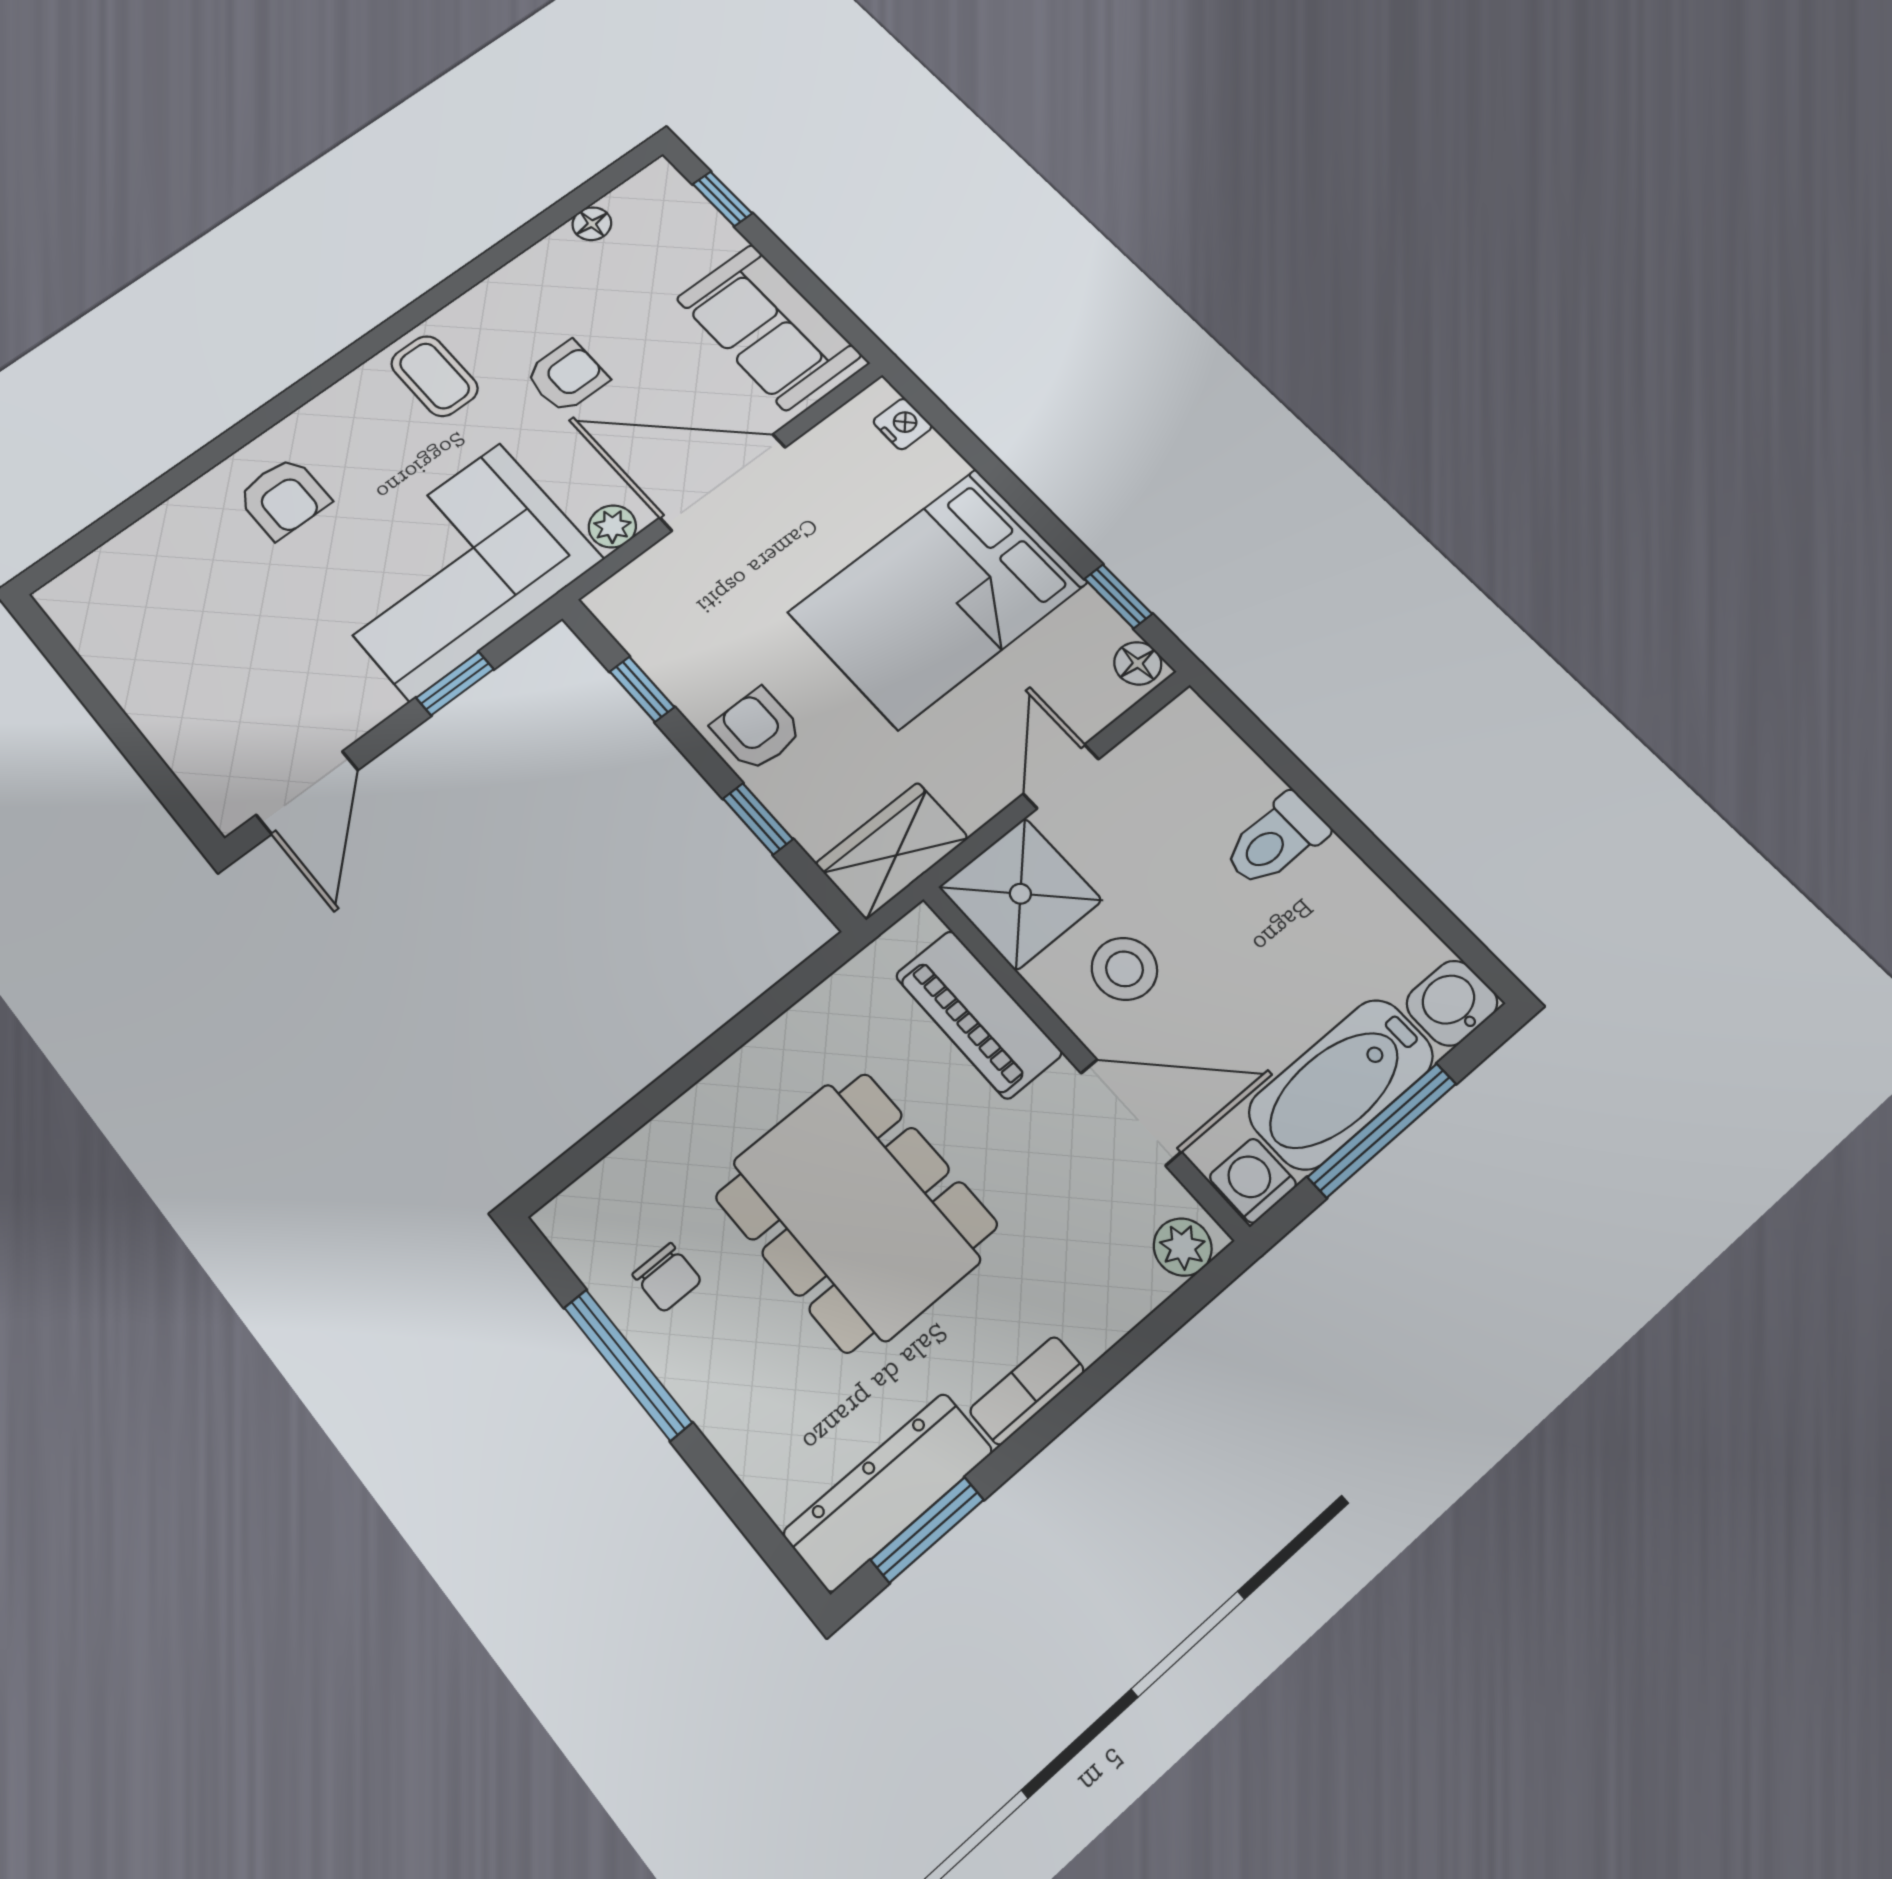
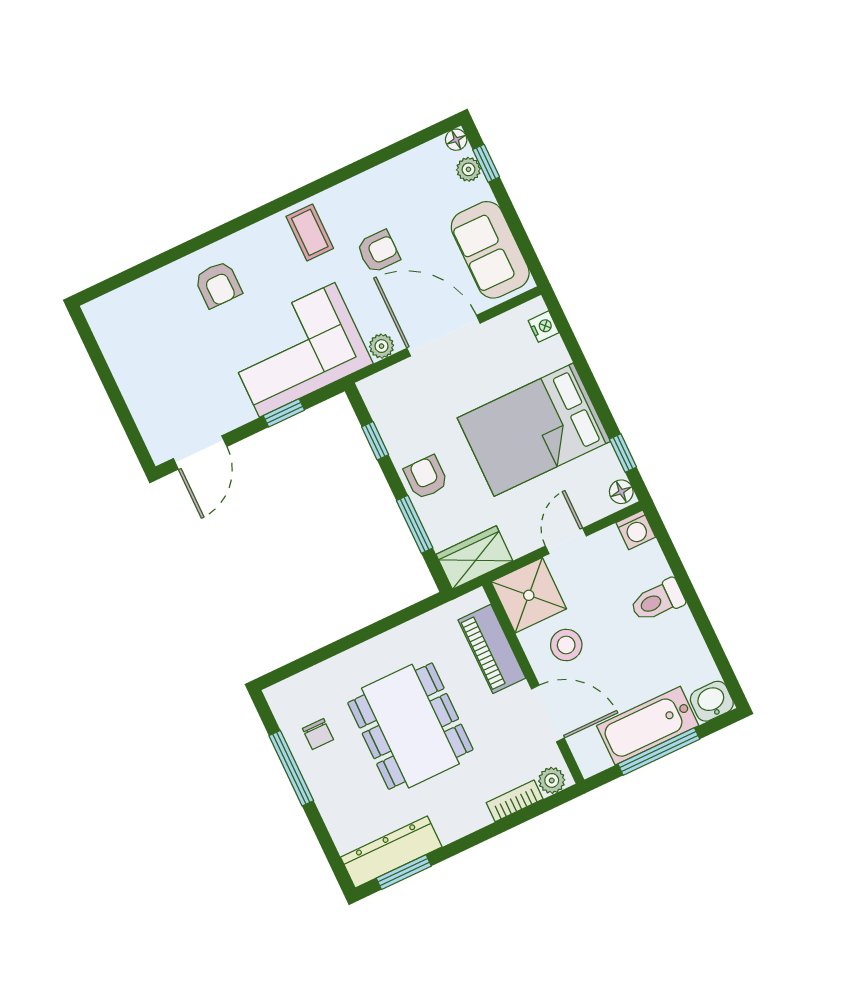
plant: (694, 215) -> (468, 169), added
floor lamp: (592, 224) -> (456, 140), moved
window: (758, 819) -> (415, 524), width x1.50
washing machine: (1253, 1181) -> (636, 530), moved, turned 180
bookcase: (1027, 1391) -> (515, 801), moved

